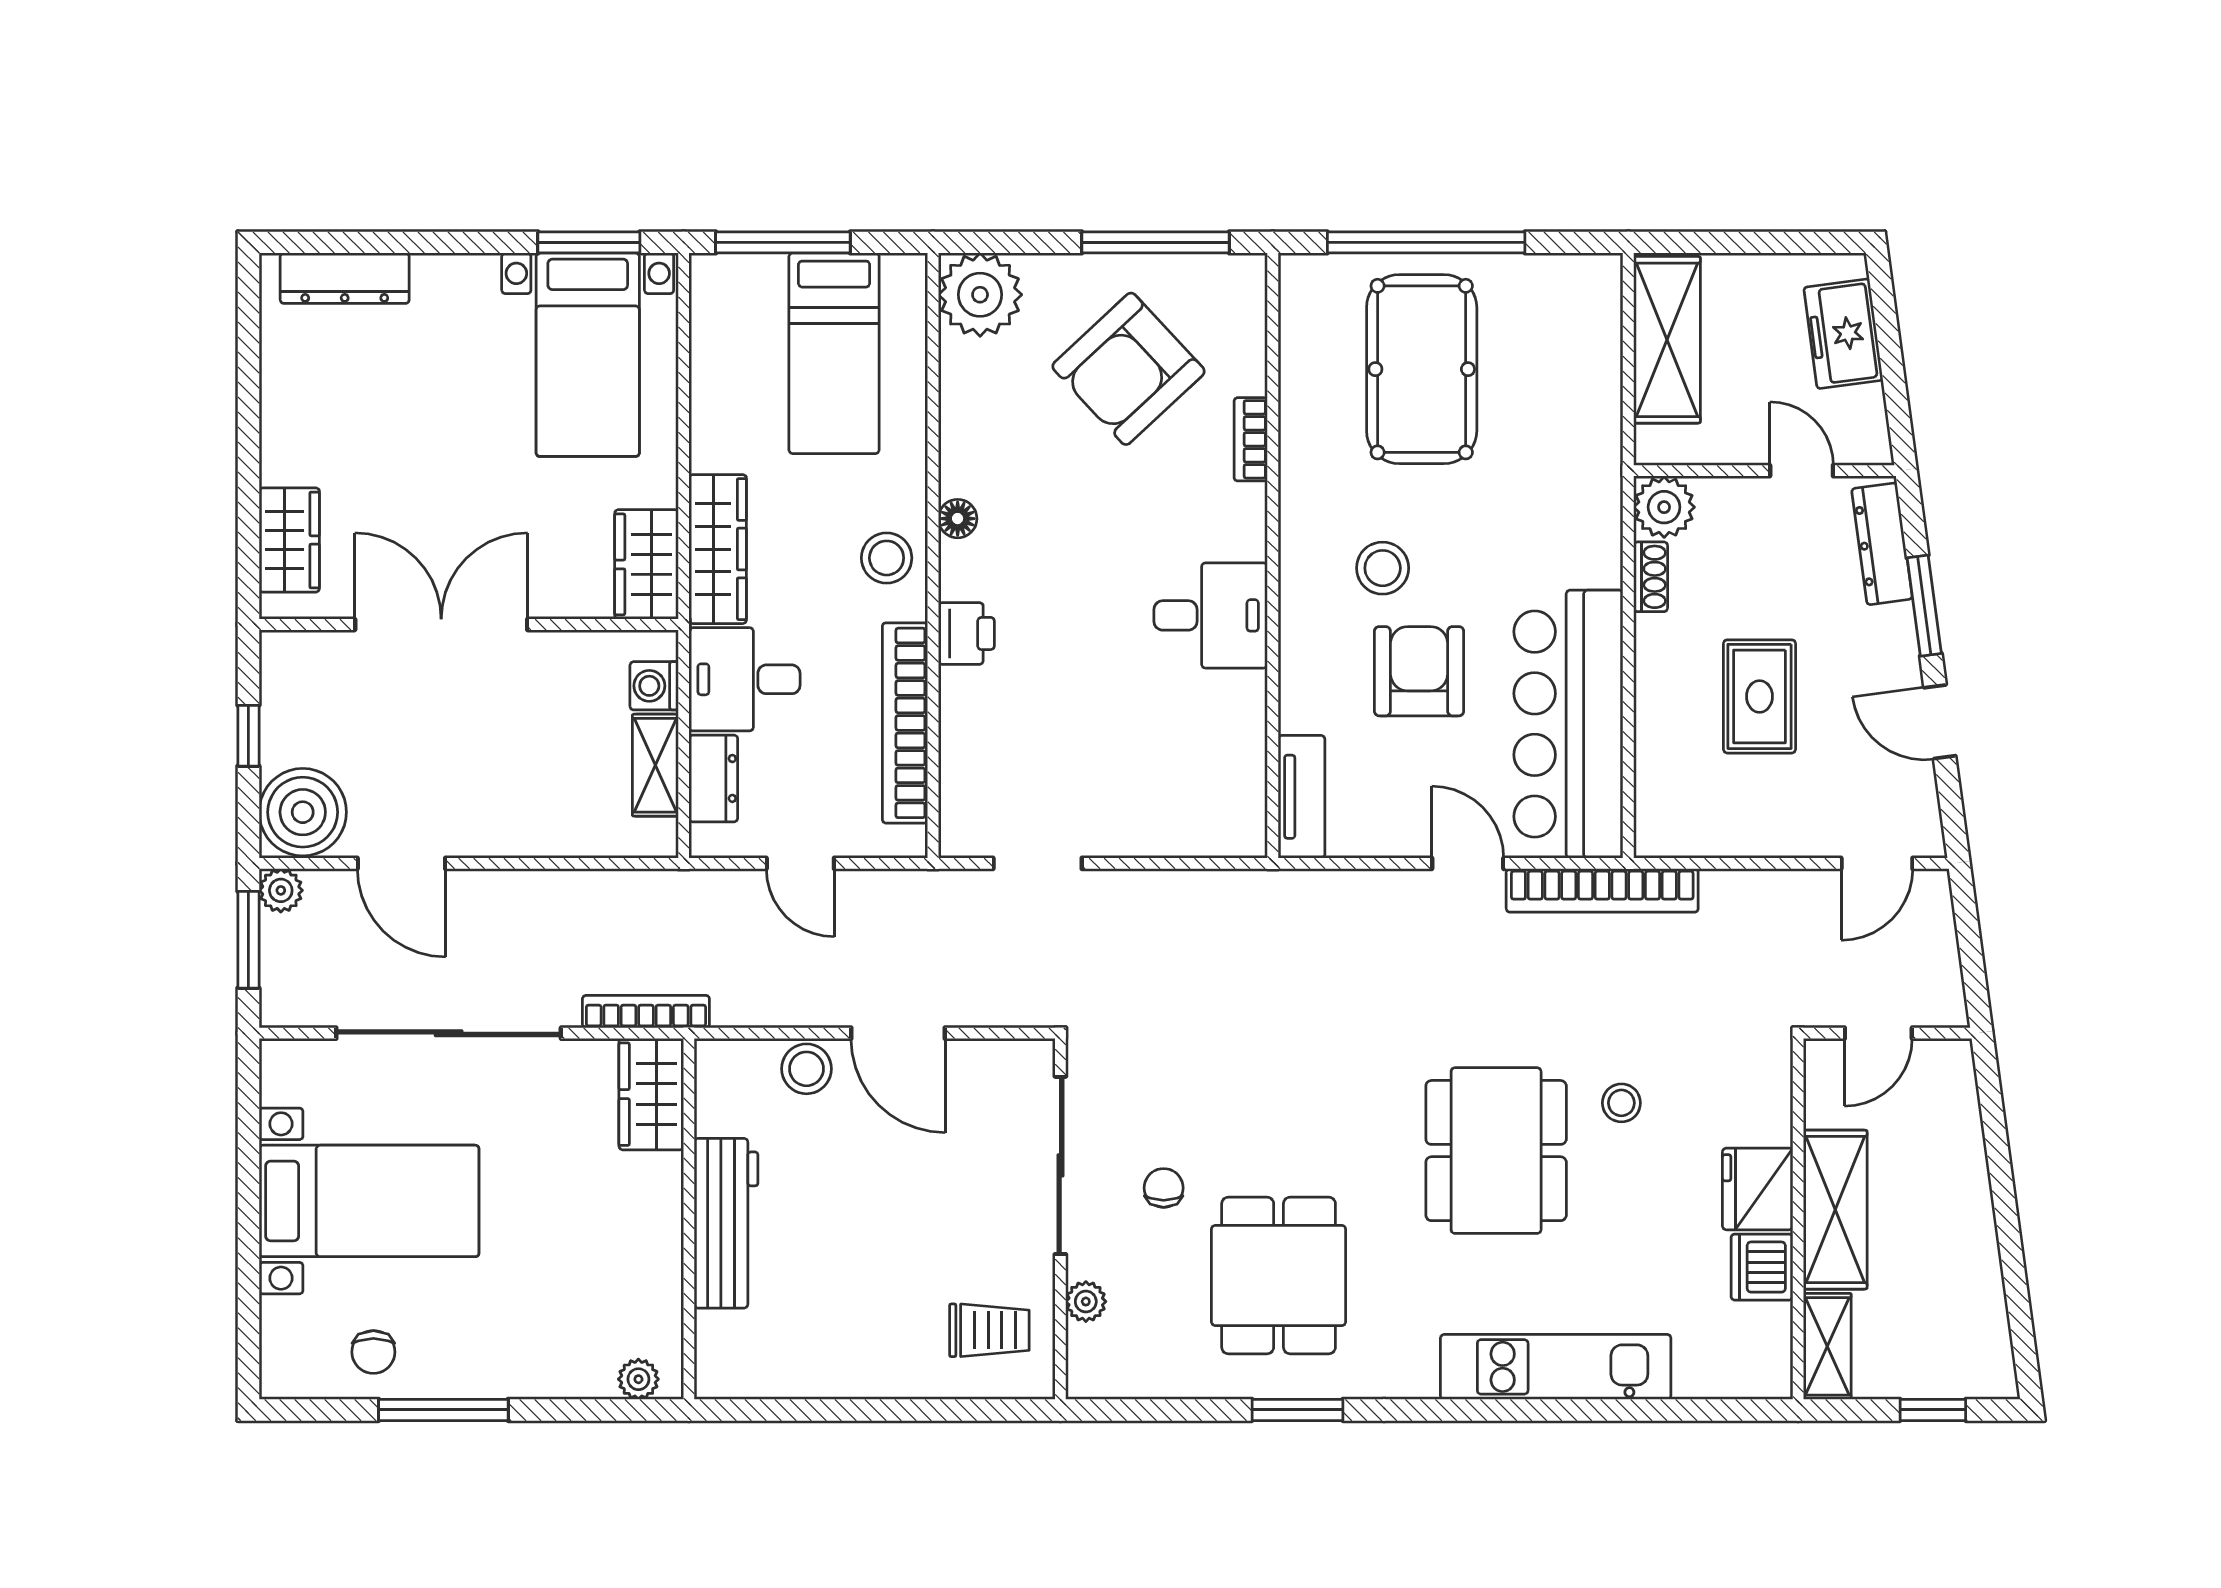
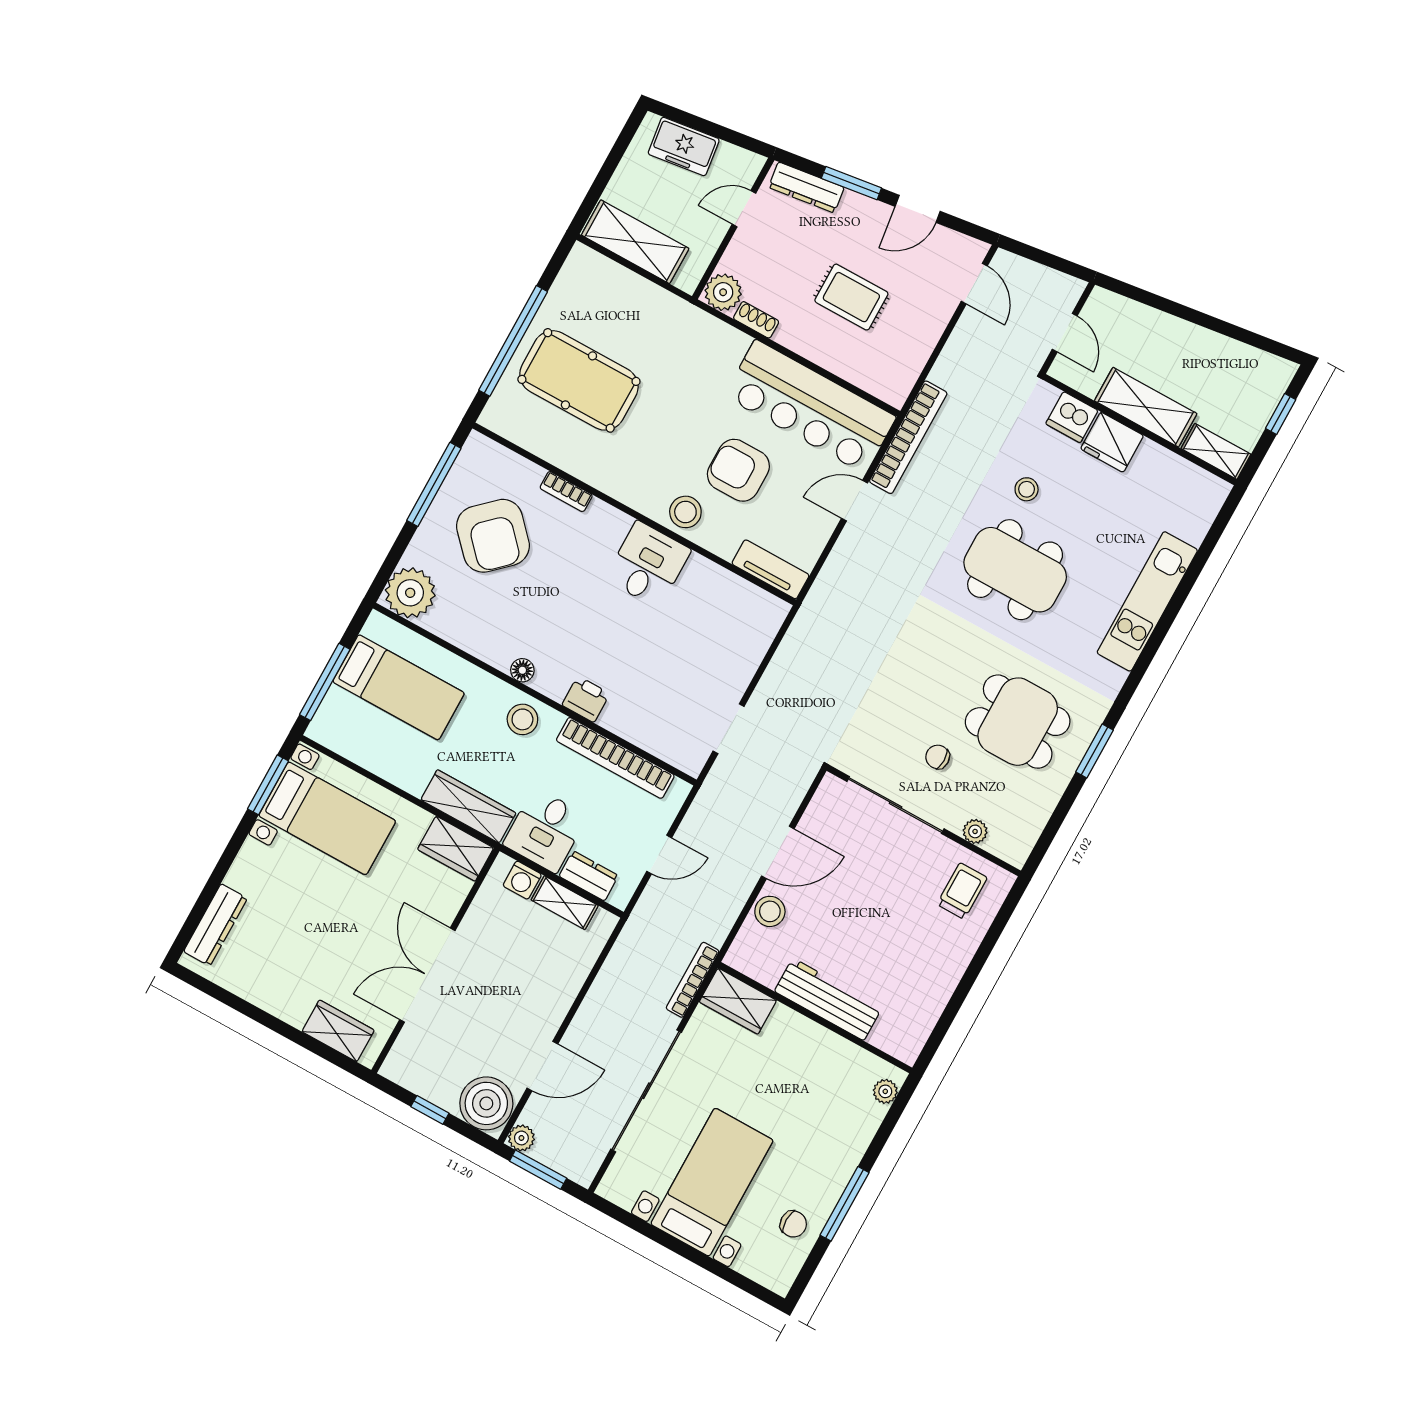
stool: (1383, 568) -> (685, 512), moved
dishwasher: (1762, 1267) -> (1072, 417), moved

